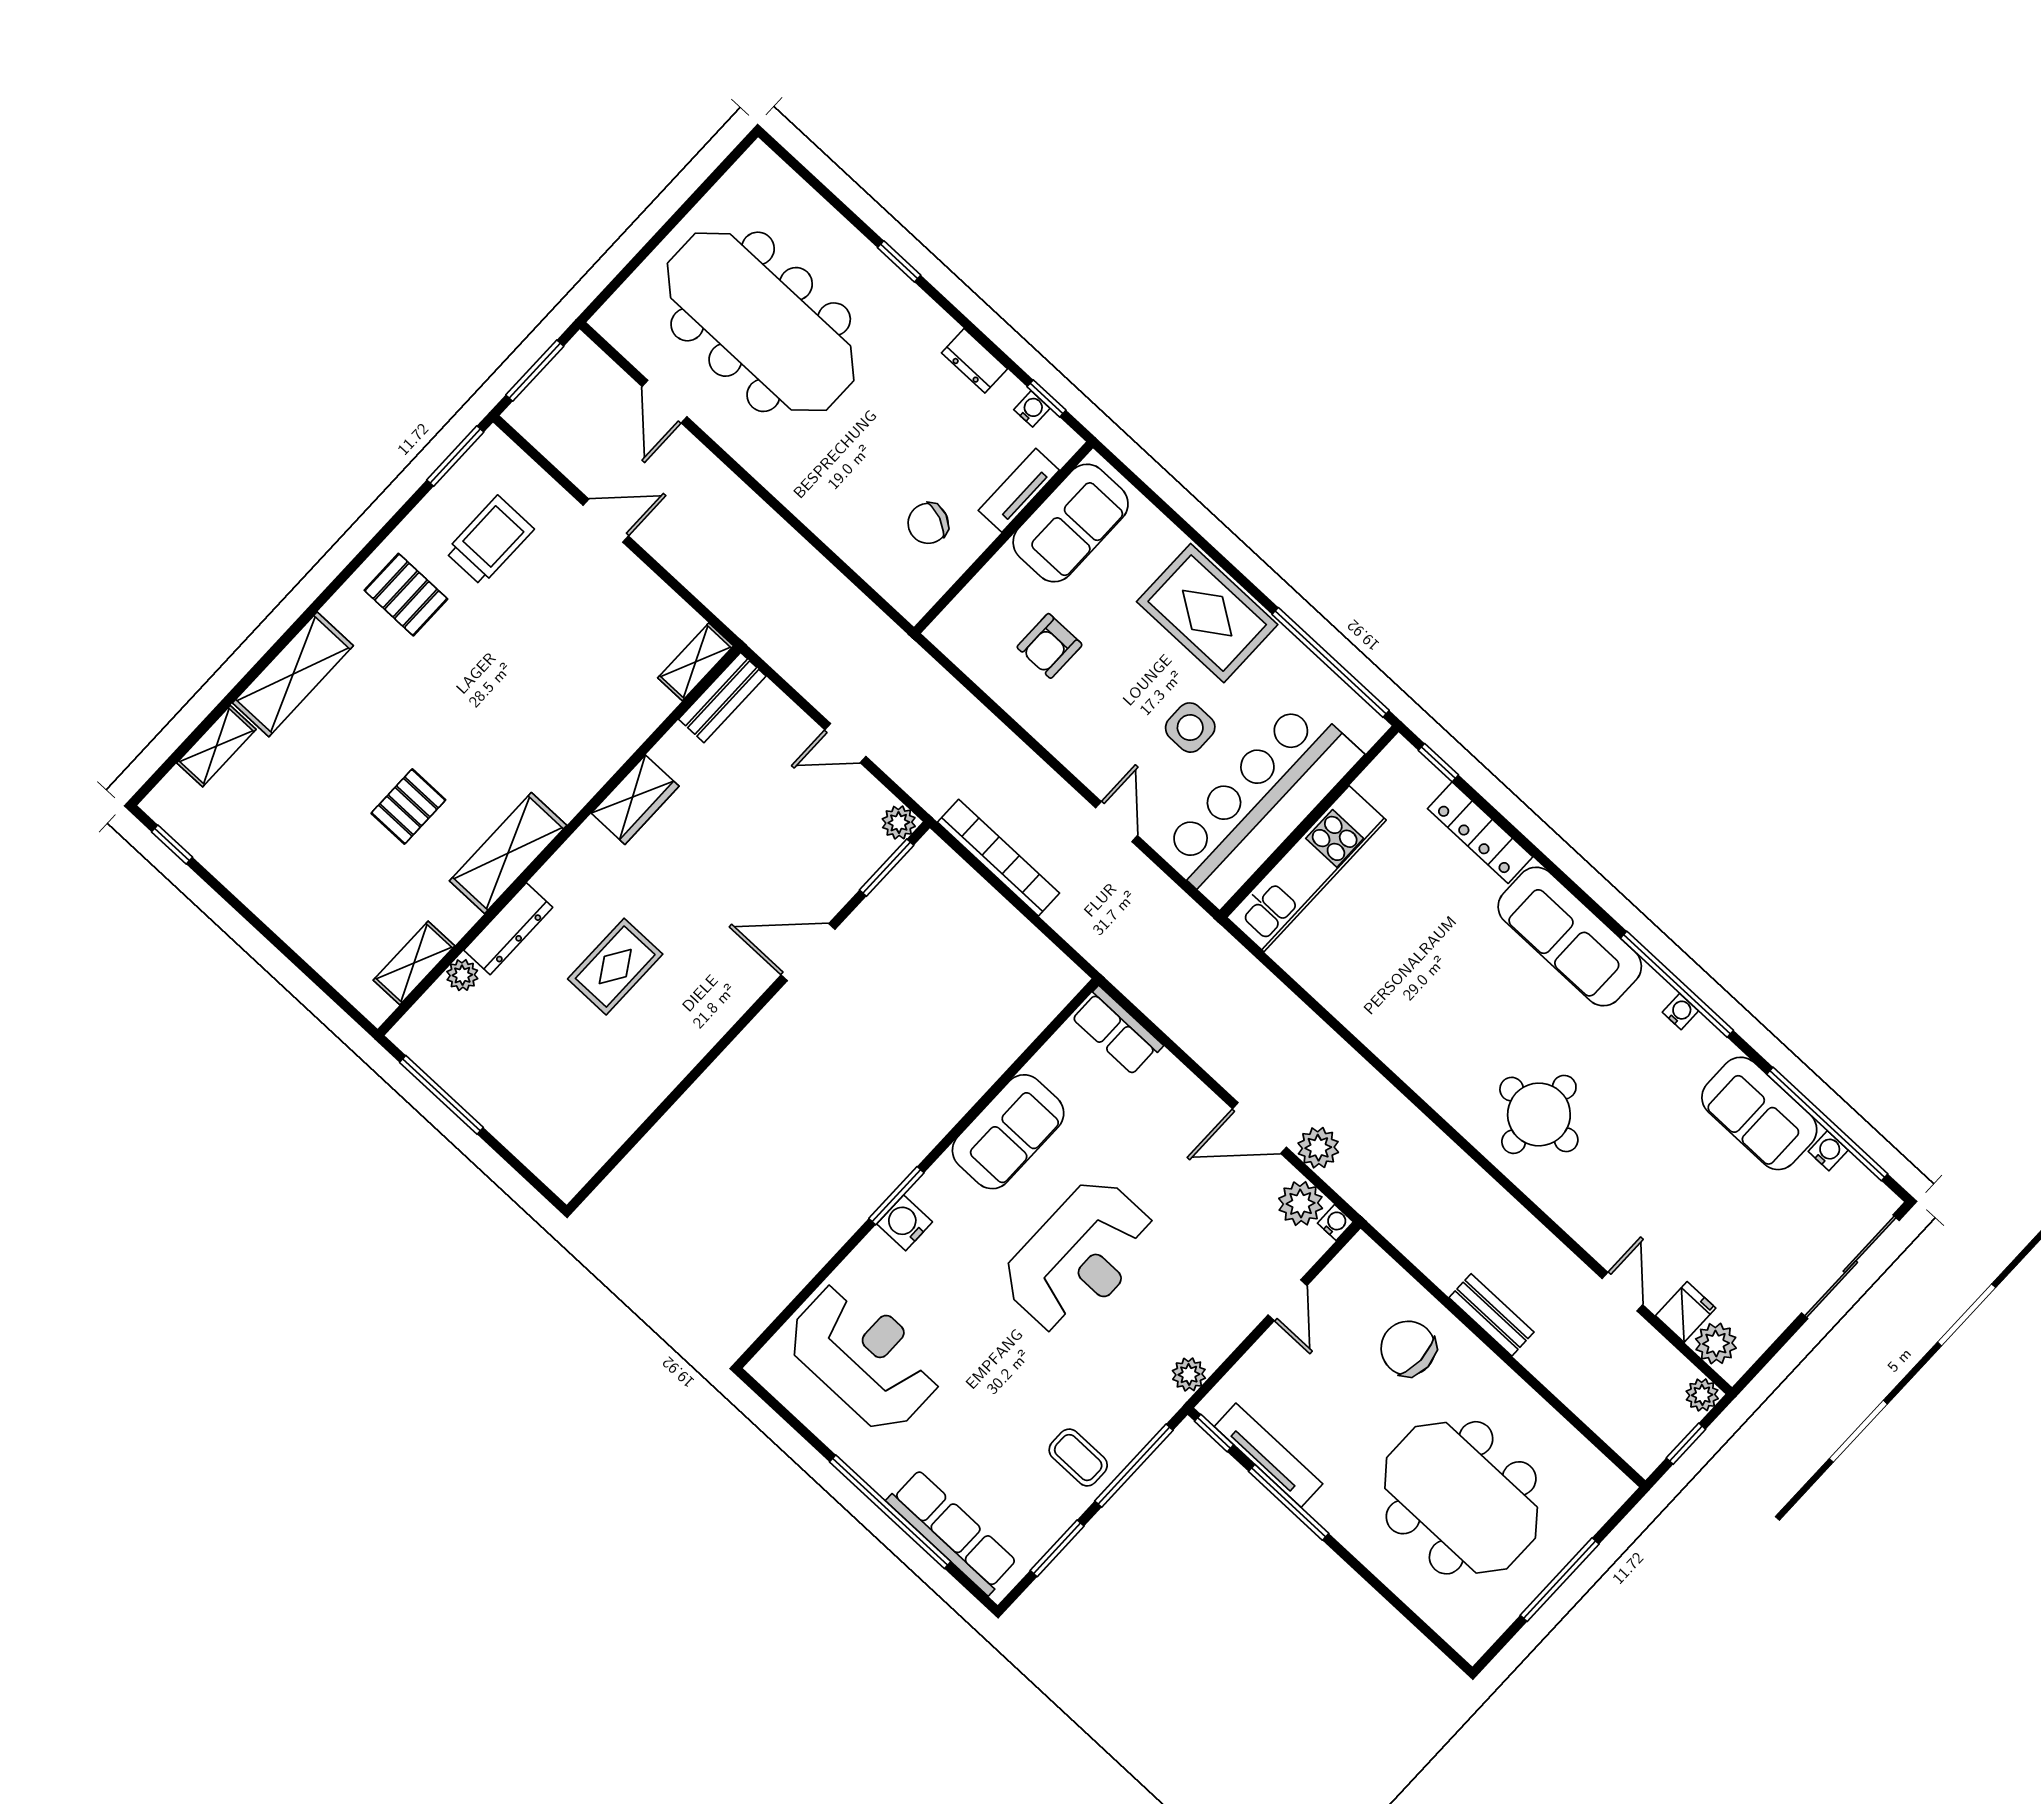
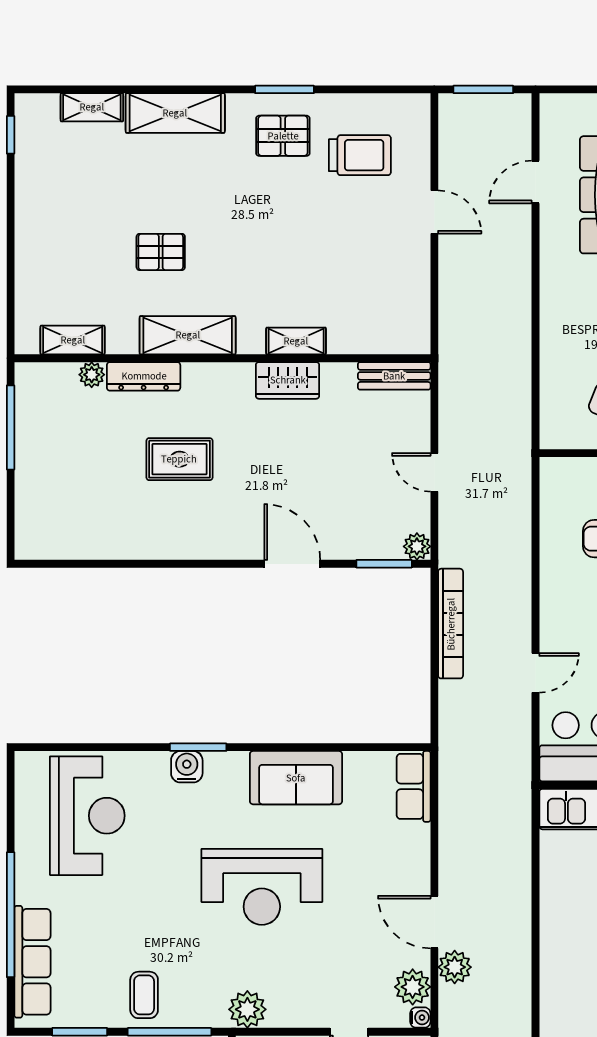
window: (455, 456) -> (285, 89), moved
pallet: (406, 595) -> (283, 136), turned 90
shelving: (696, 662) -> (296, 341), moved
plant: (1189, 1374) -> (247, 1009), width x1.38, depth x1.38

